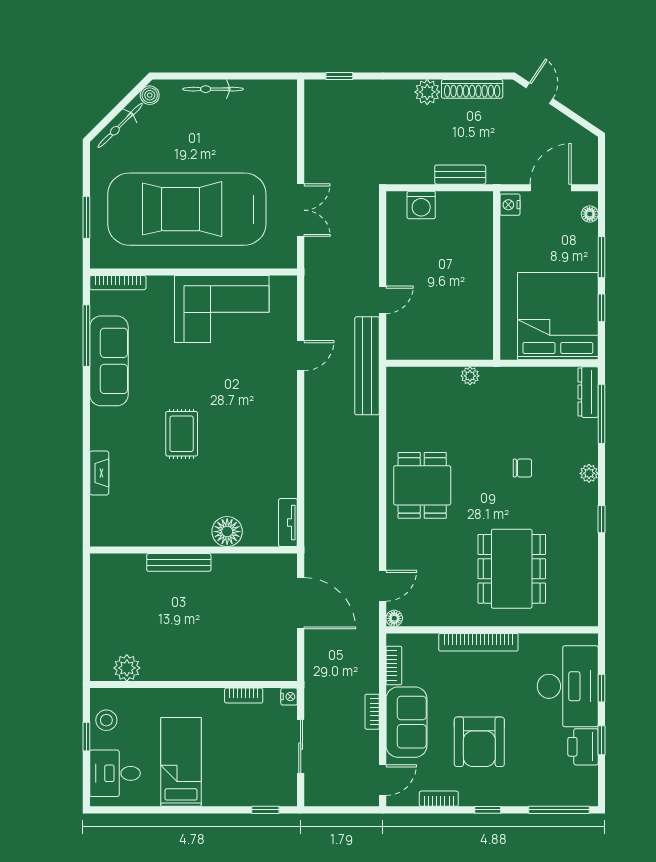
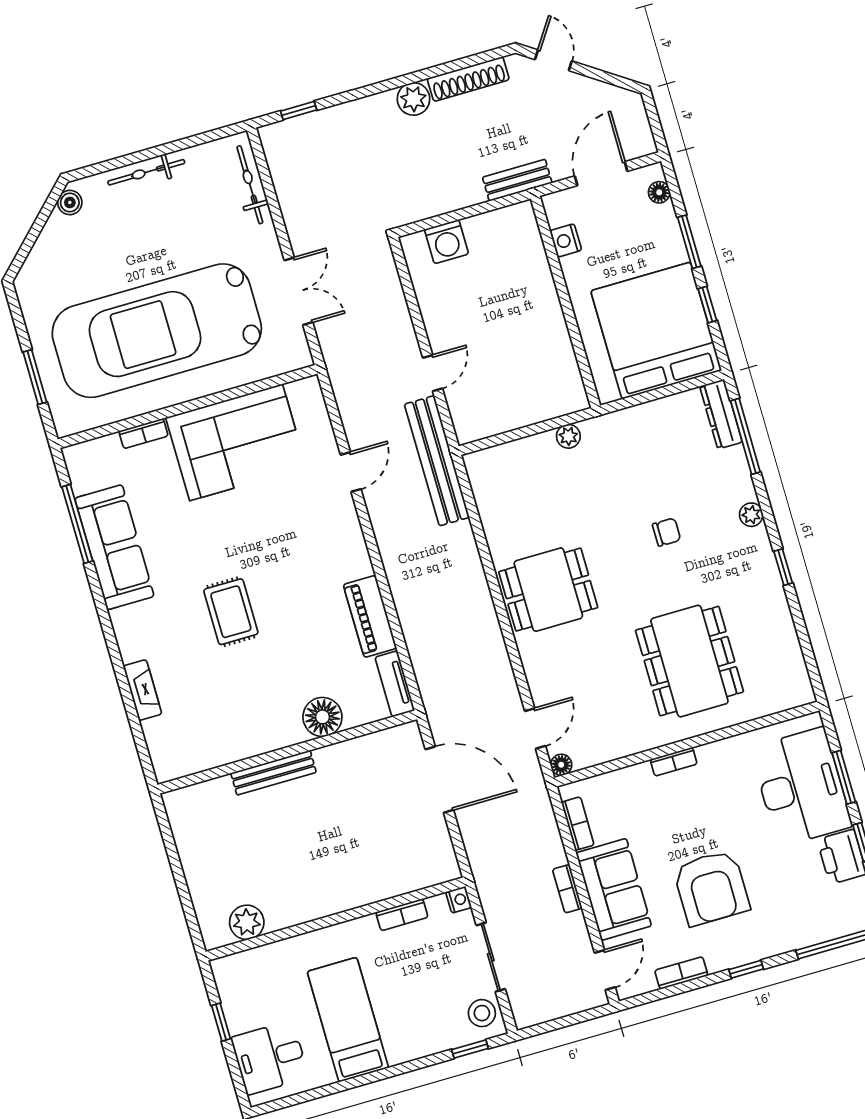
bicycle: (120, 125) -> (250, 185), moved, turned 135
bench: (460, 175) -> (517, 180), moved
nightstand: (510, 205) -> (566, 240), moved
bookcase: (118, 283) -> (143, 433), moved, width x0.64
piano: (284, 467) -> (370, 616), added
dining table: (422, 485) -> (548, 590), turned 90
bookcase: (478, 642) -> (674, 762), width x0.43, depth x0.76
window: (601, 688) -> (844, 777), width x1.50
stool: (106, 720) -> (482, 1013), moved

